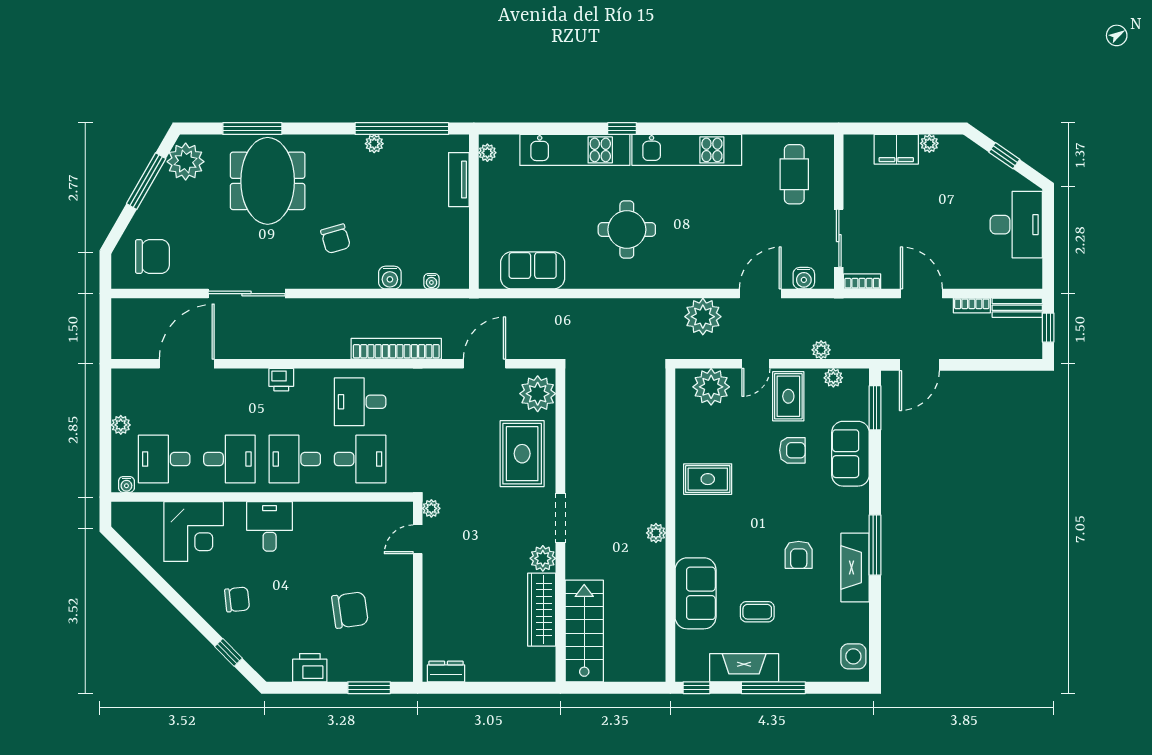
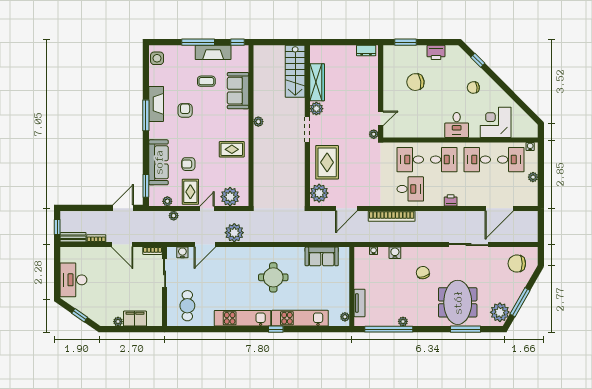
sofa: (850, 454) -> (159, 162), width x1.36

